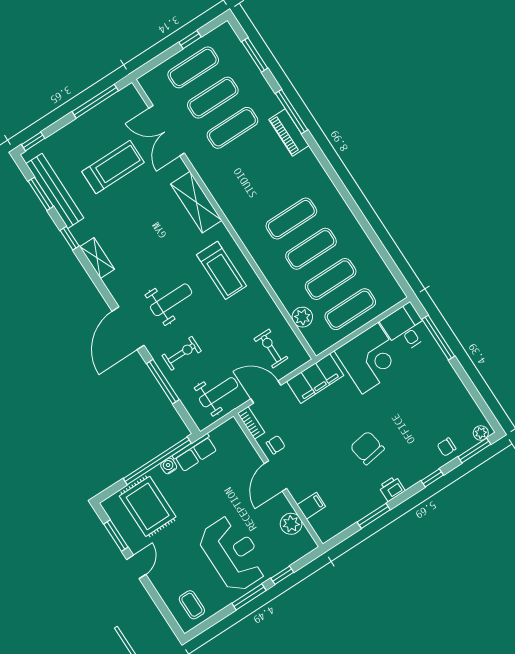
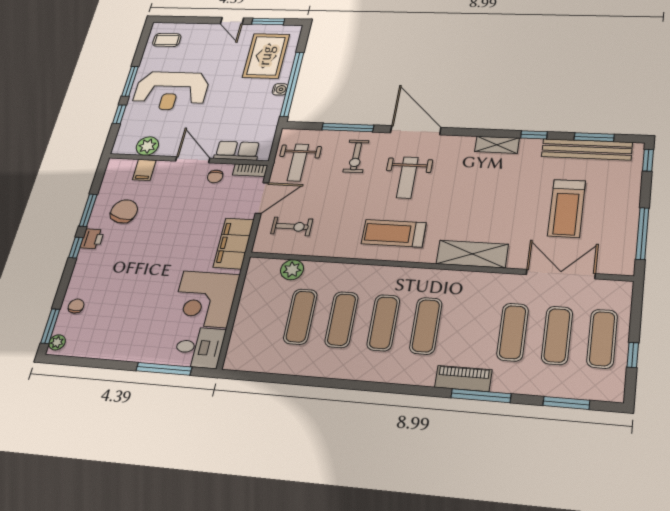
exercise mat: (350, 309) -> (426, 326), moved
chair: (367, 448) -> (124, 211), moved, turned -69
row of seats: (195, 453) -> (237, 151), moved, turned 90
window: (432, 478) -> (76, 248), moved
rug: (148, 506) -> (266, 56), turned 90

